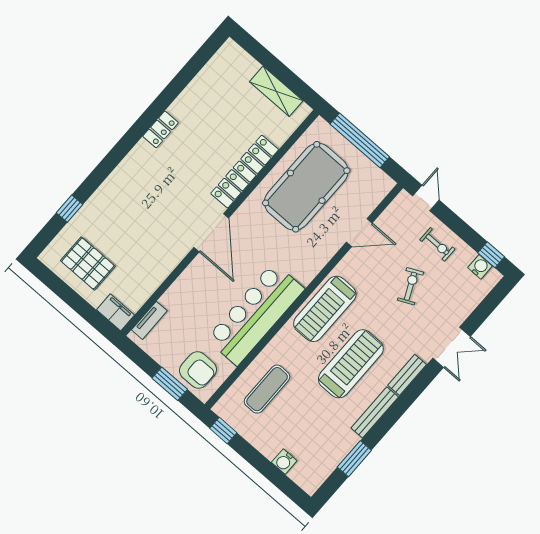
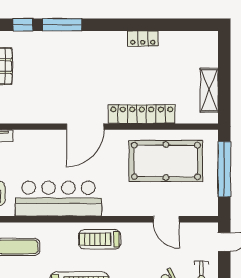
locker: (161, 129) -> (143, 38), moved
window: (101, 173) -> (62, 25), added
treadmill: (325, 309) -> (100, 239), width x0.73, depth x0.73

